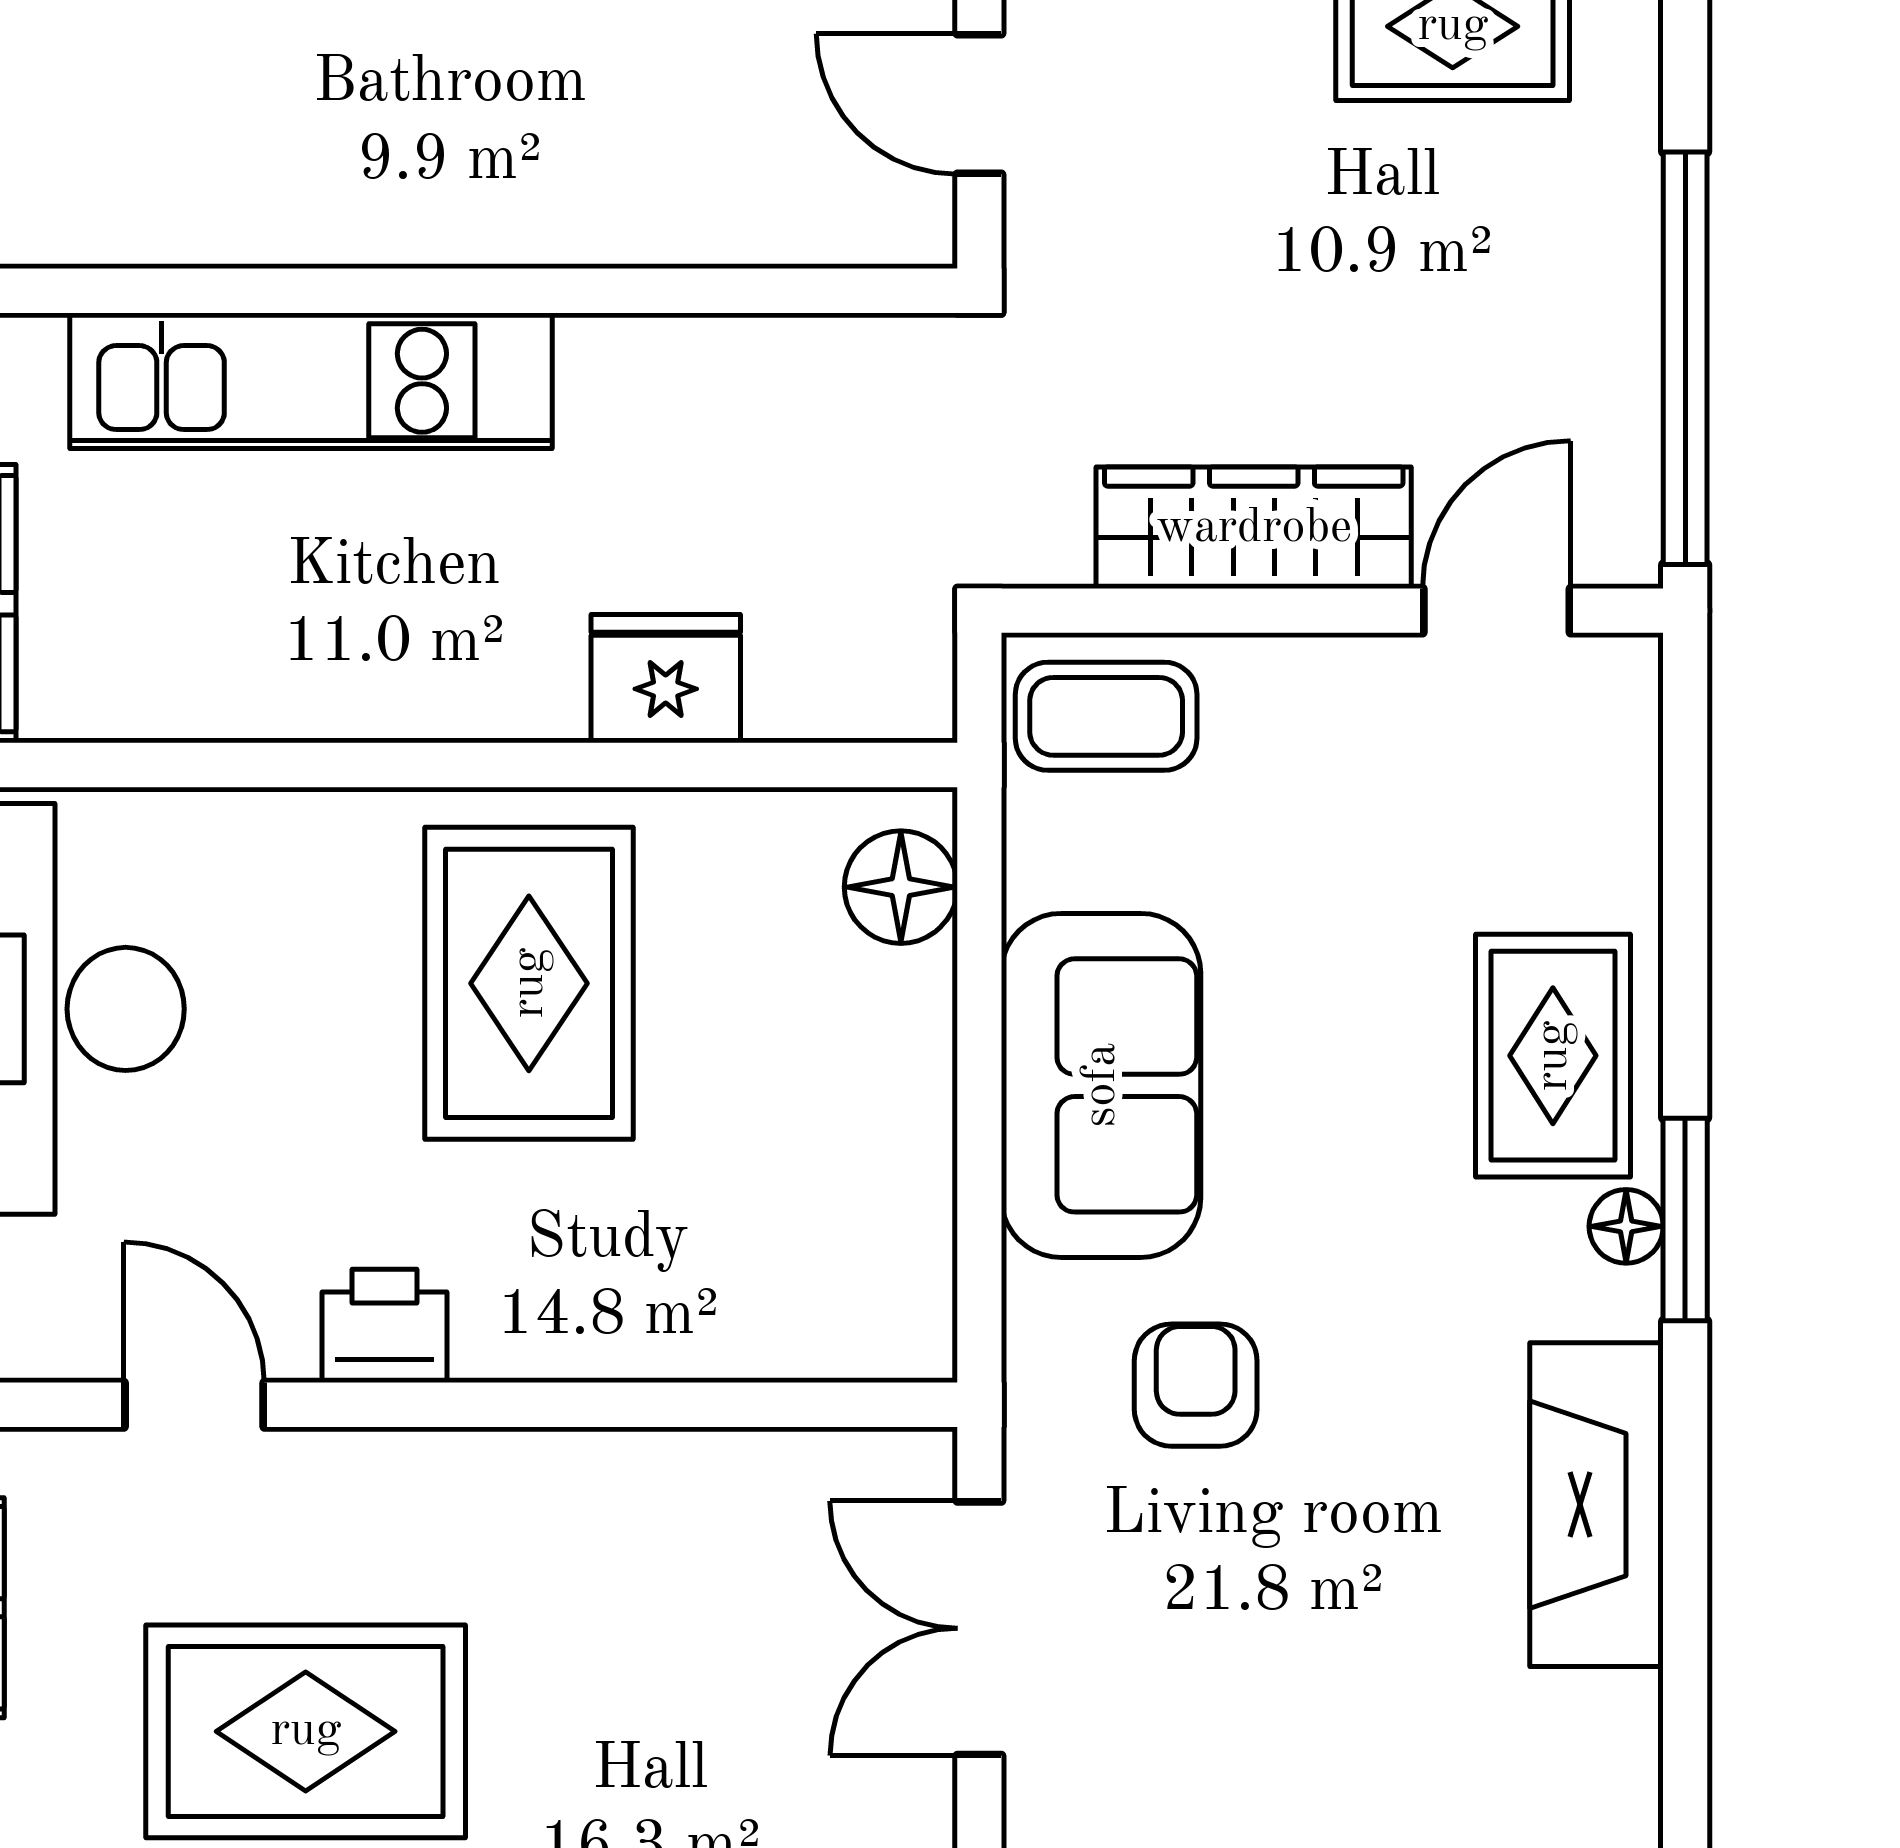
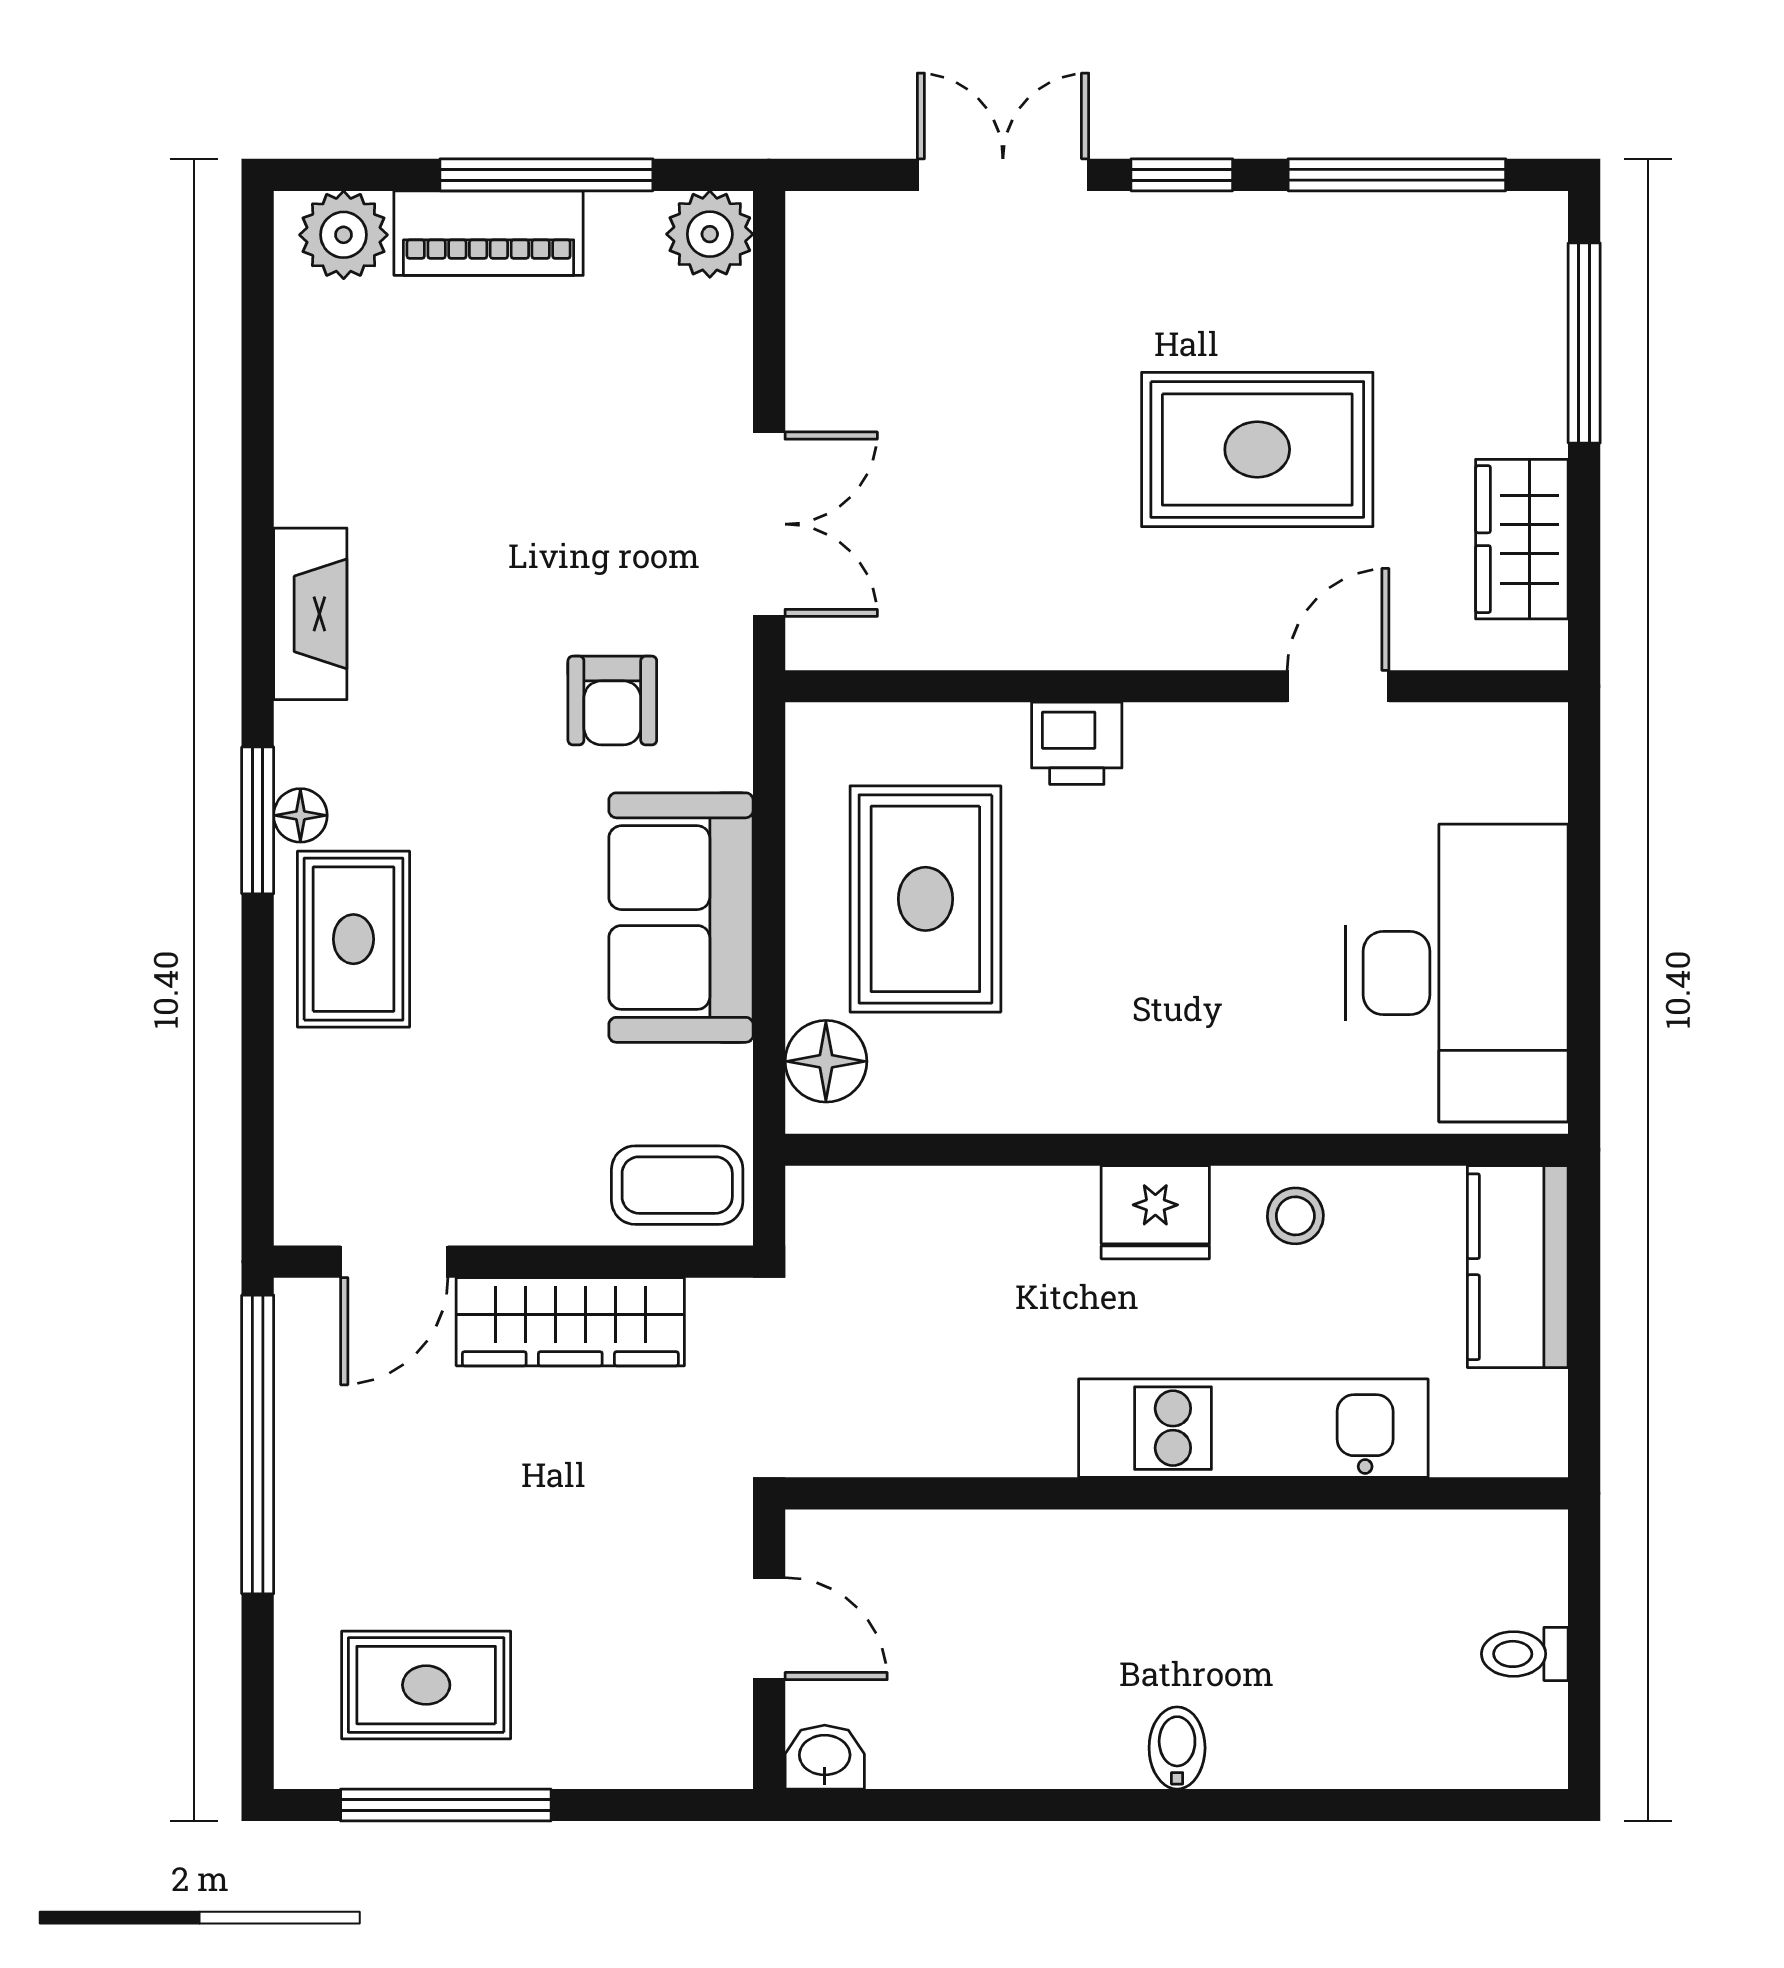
stool: (253, 674) -> (1295, 1216), added
fridge: (666, 679) -> (1155, 1212), moved
rug: (529, 983) -> (925, 899), moved
printer: (384, 1326) -> (1077, 743), moved
door: (194, 1405) -> (1338, 686), swing flipped
fireplace: (1596, 1505) -> (310, 614), width x0.73, depth x0.76

